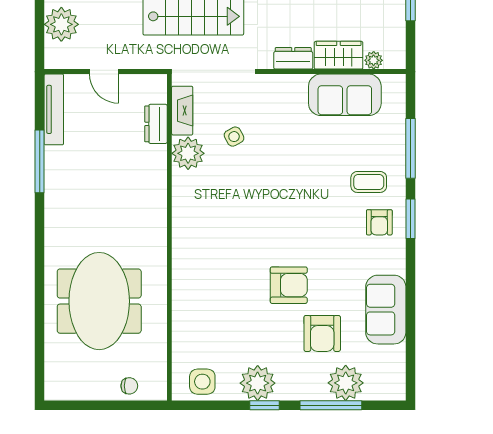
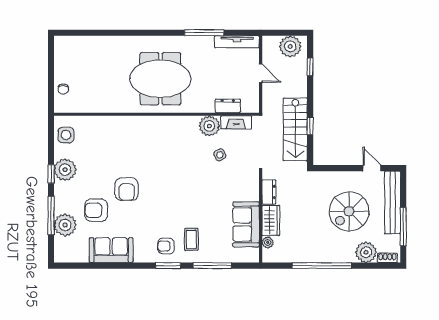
door: (104, 72) -> (261, 73), swing flipped
meeting table: (99, 301) -> (160, 79), moved

